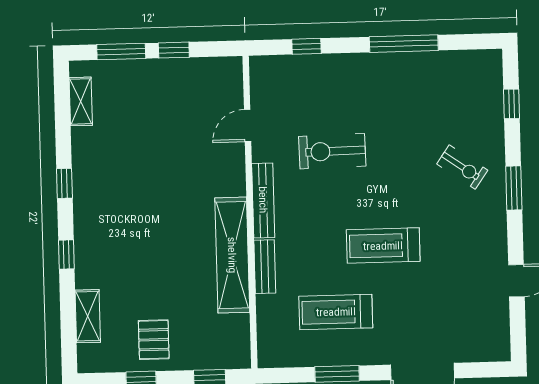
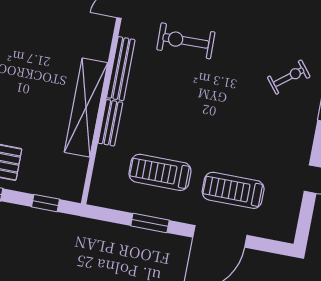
exercise bike: (462, 167) -> (289, 77), turned -73
treadmill: (383, 246) -> (233, 190), moved

